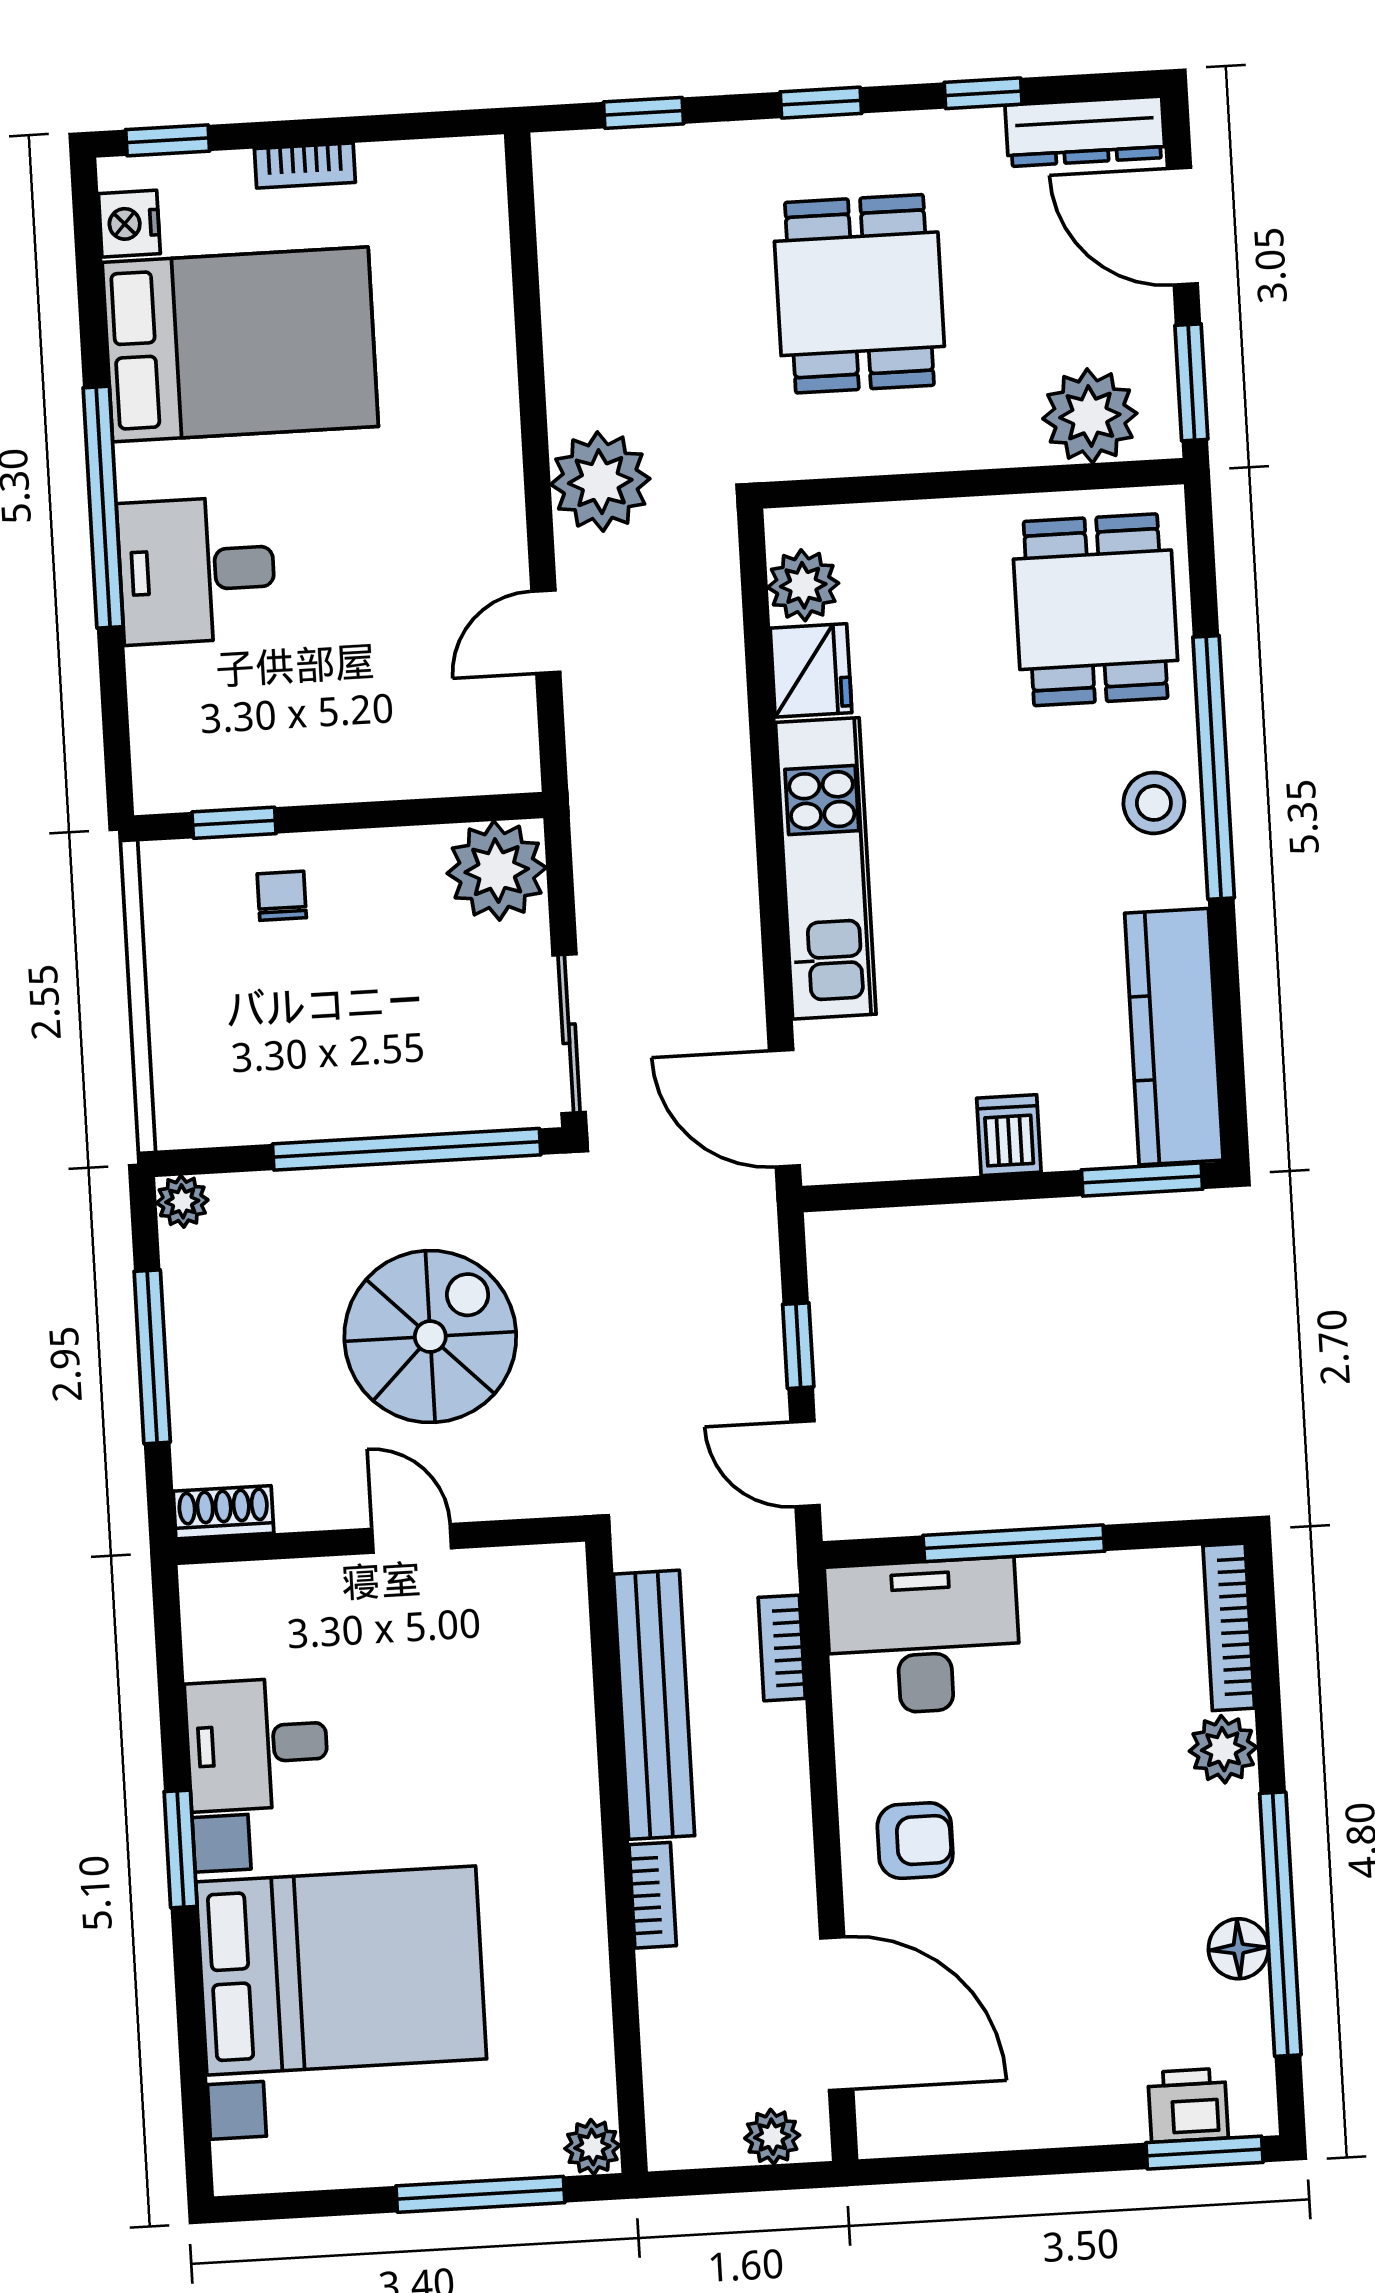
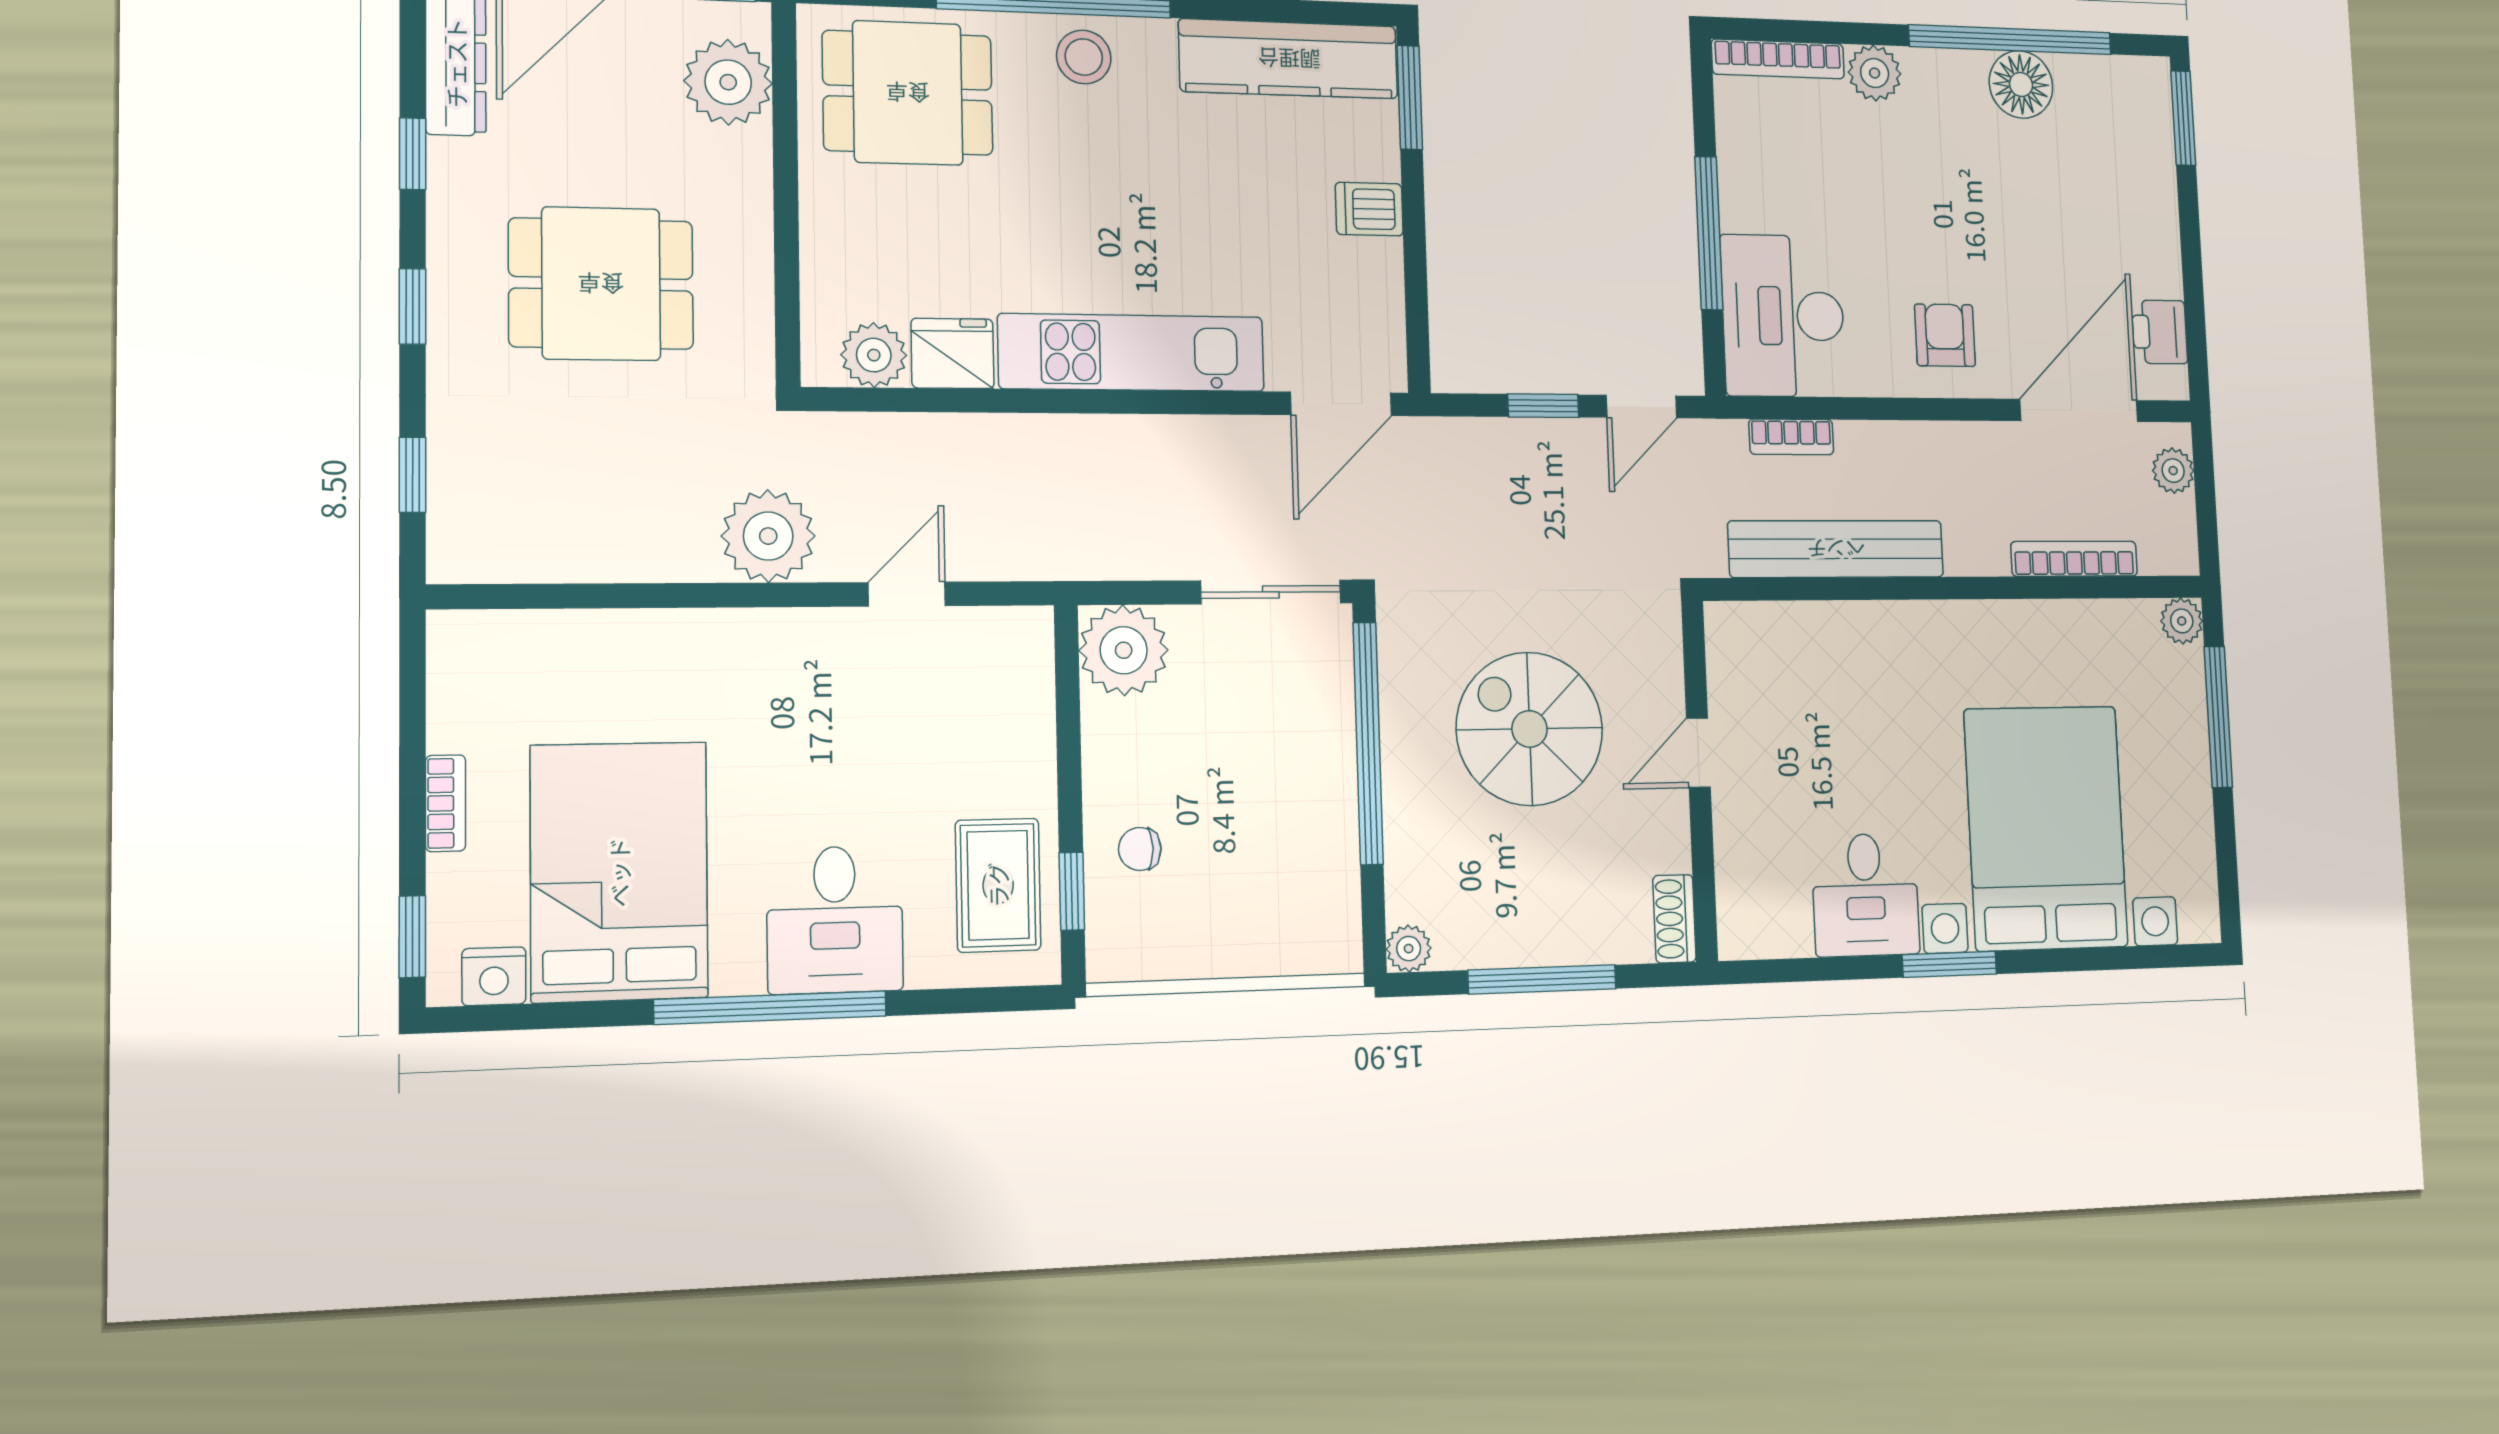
door: (546, 632) -> (907, 594), swing flipped
rug: (238, 743) -> (998, 885), added
bookcase: (653, 1895) -> (2074, 559), moved, width x1.56
floor lamp: (1238, 1949) -> (2021, 84), width x1.38, depth x1.38
printer: (1188, 2105) -> (2160, 332), moved

